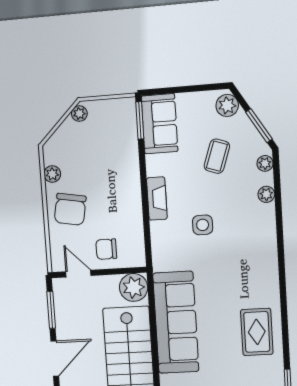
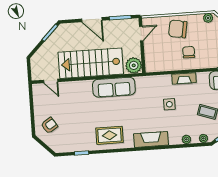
plant: (52, 174) -> (208, 18), moved
chair: (106, 249) -> (189, 52), moved
fireplace: (265, 258) -> (151, 139), added
sofa: (176, 322) -> (114, 87), width x0.74, depth x0.79

